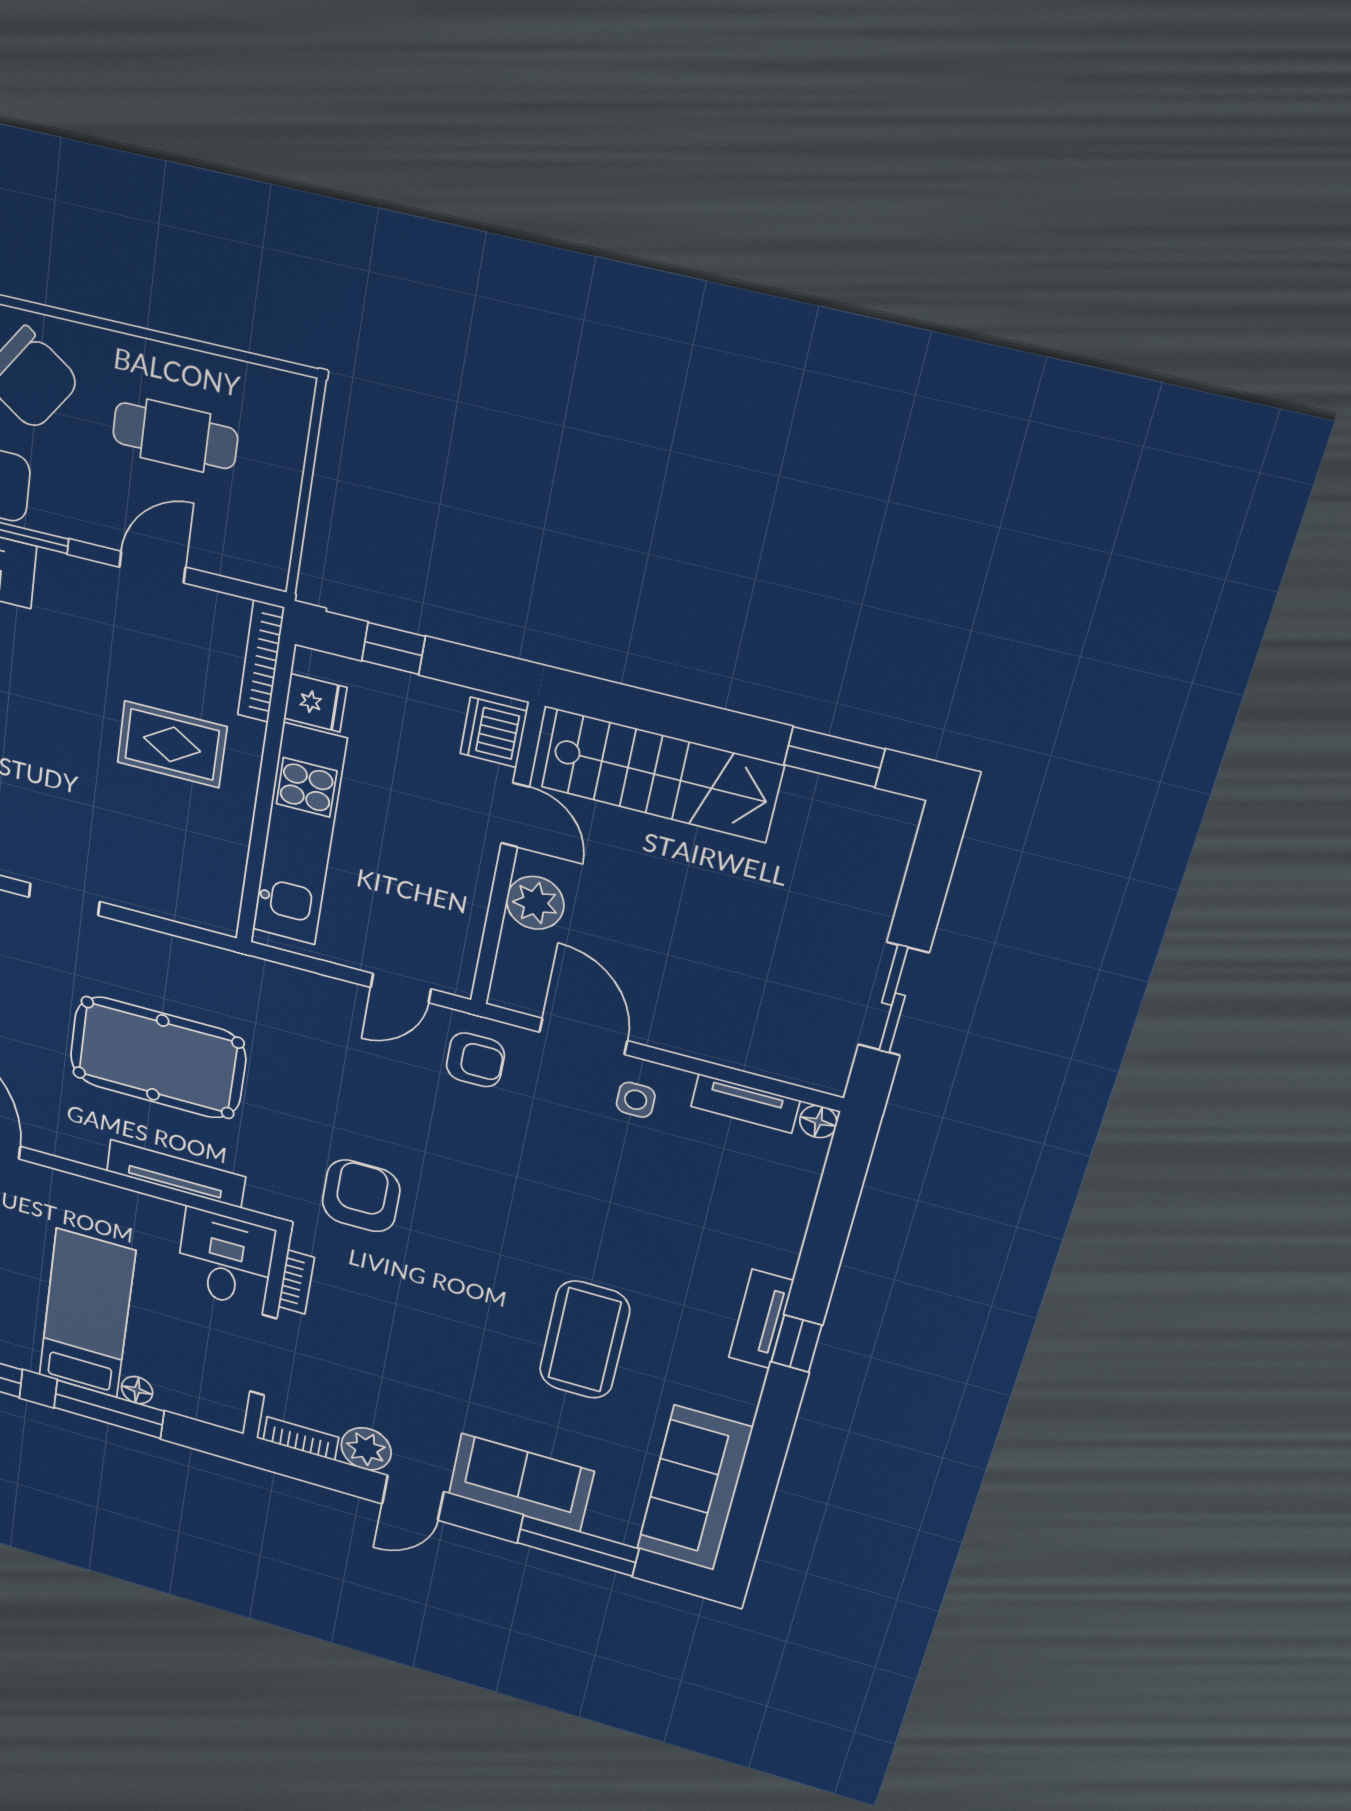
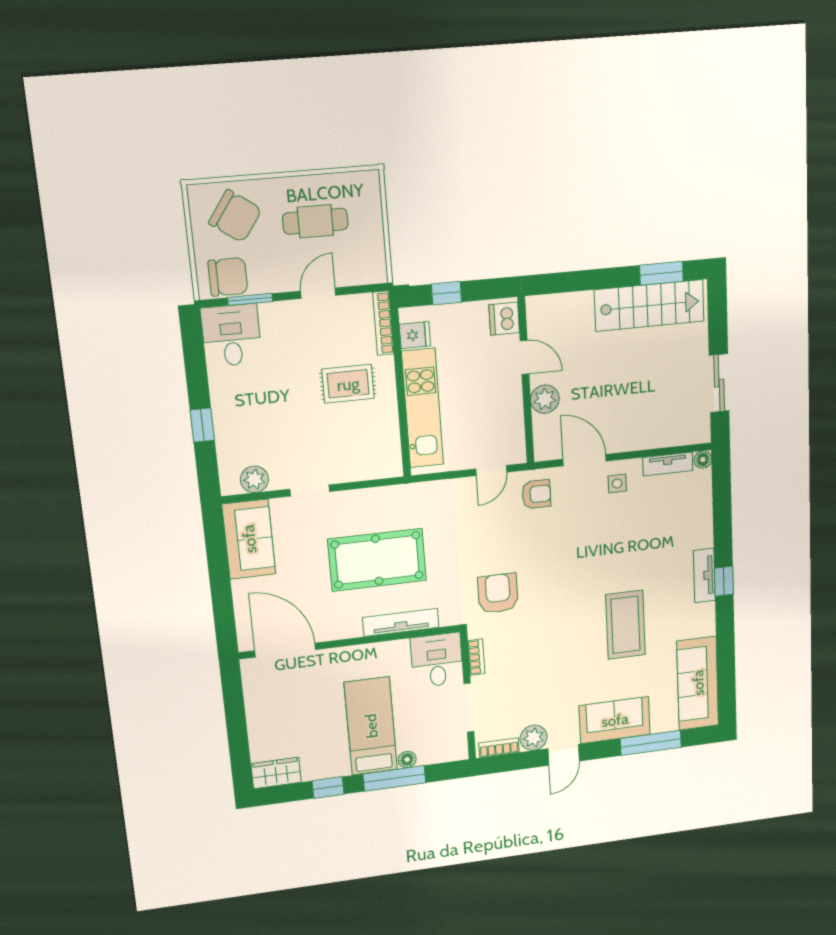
stairs: (662, 776) -> (649, 306), moved

